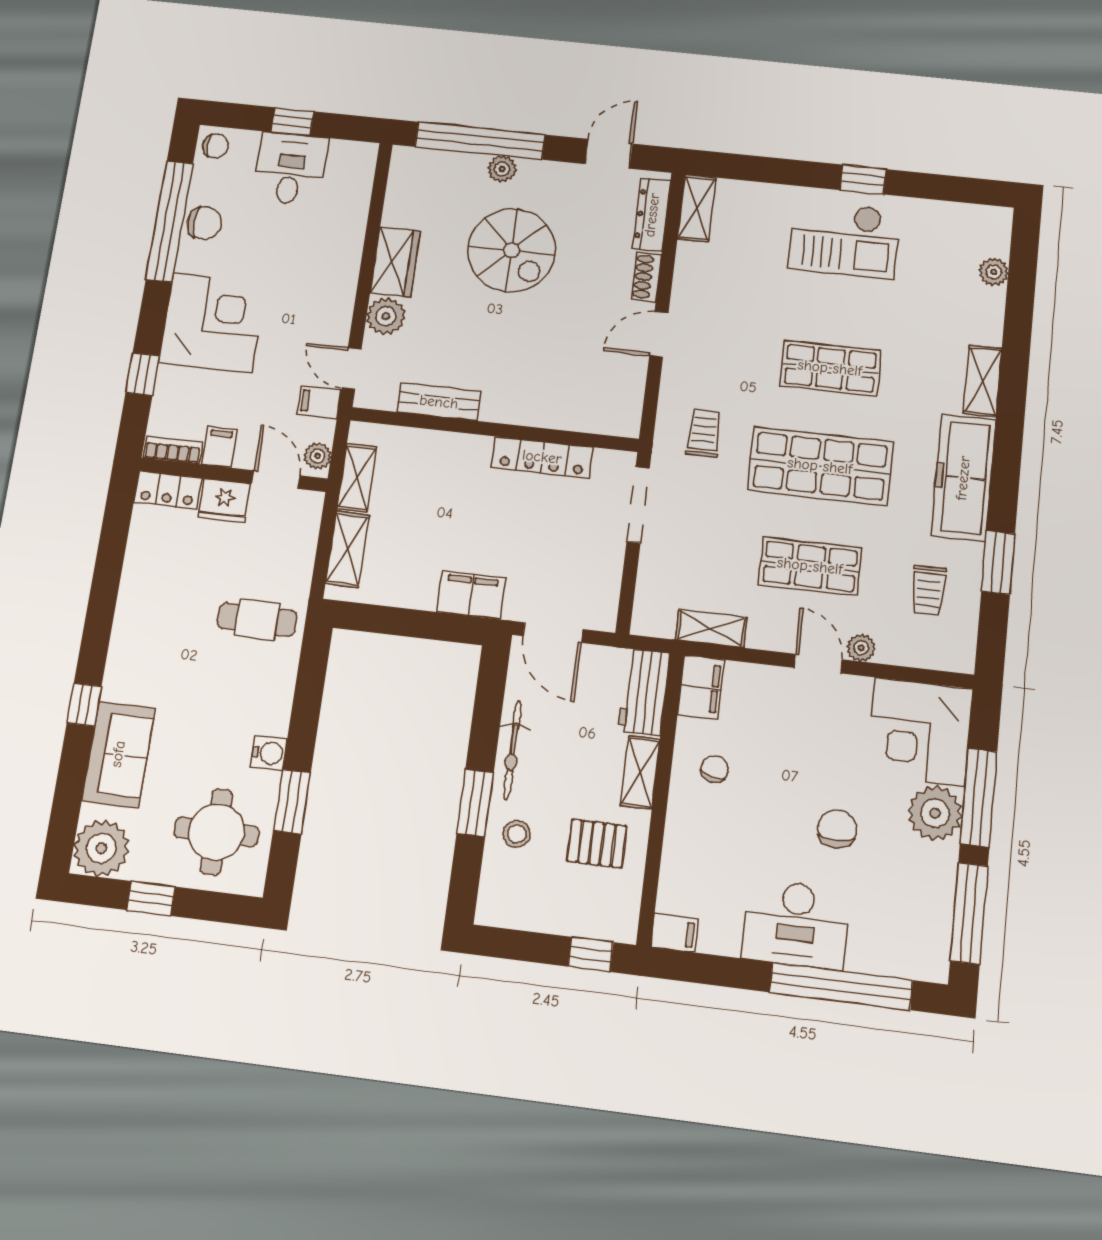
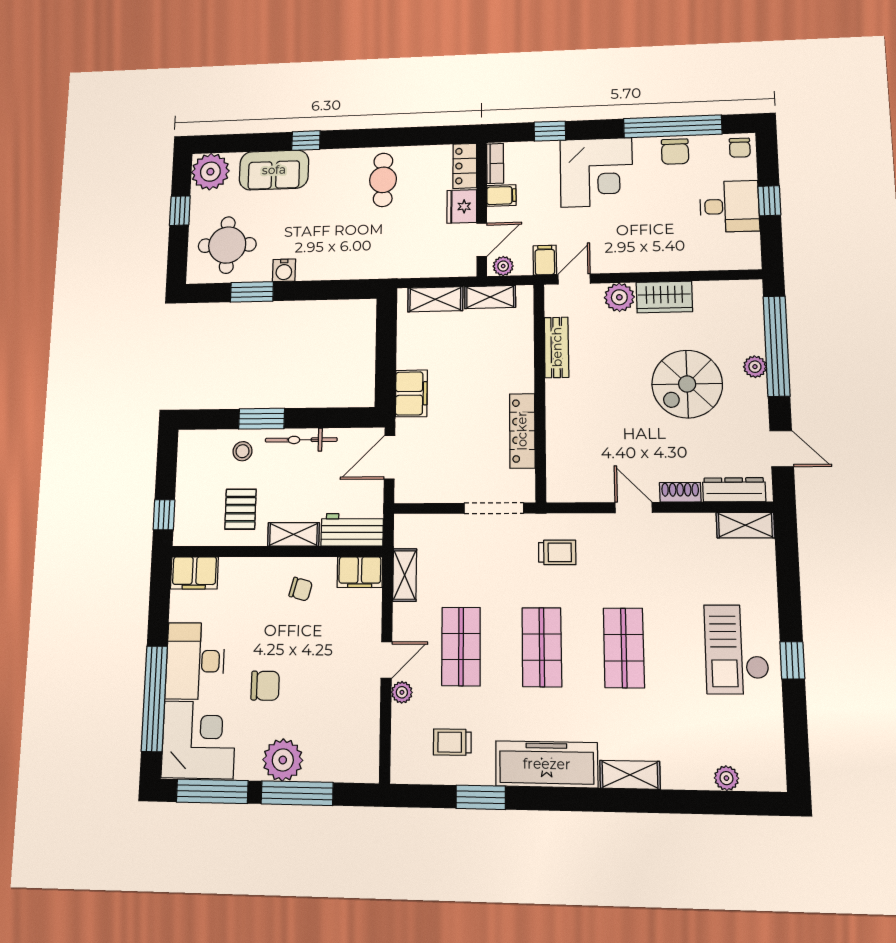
shop shelf: (820, 466) -> (542, 647), width x0.70, depth x0.74
cafe table: (257, 620) -> (383, 180), moved
corner desk: (920, 732) -> (199, 740), moved, turned 90
filing cabinet: (675, 933) -> (194, 573), width x2.00

